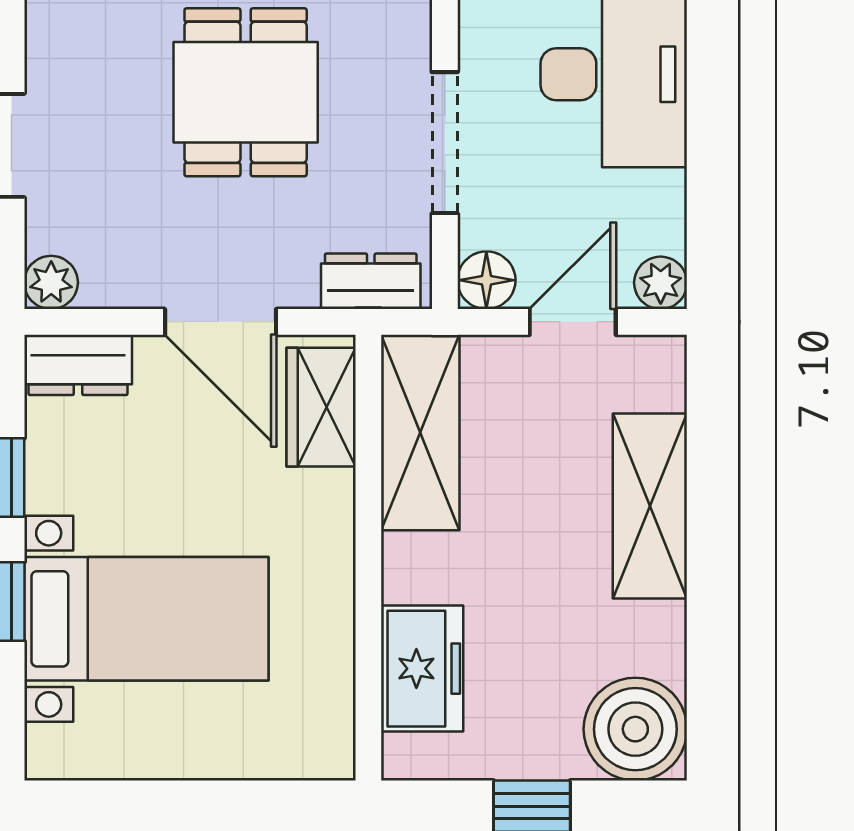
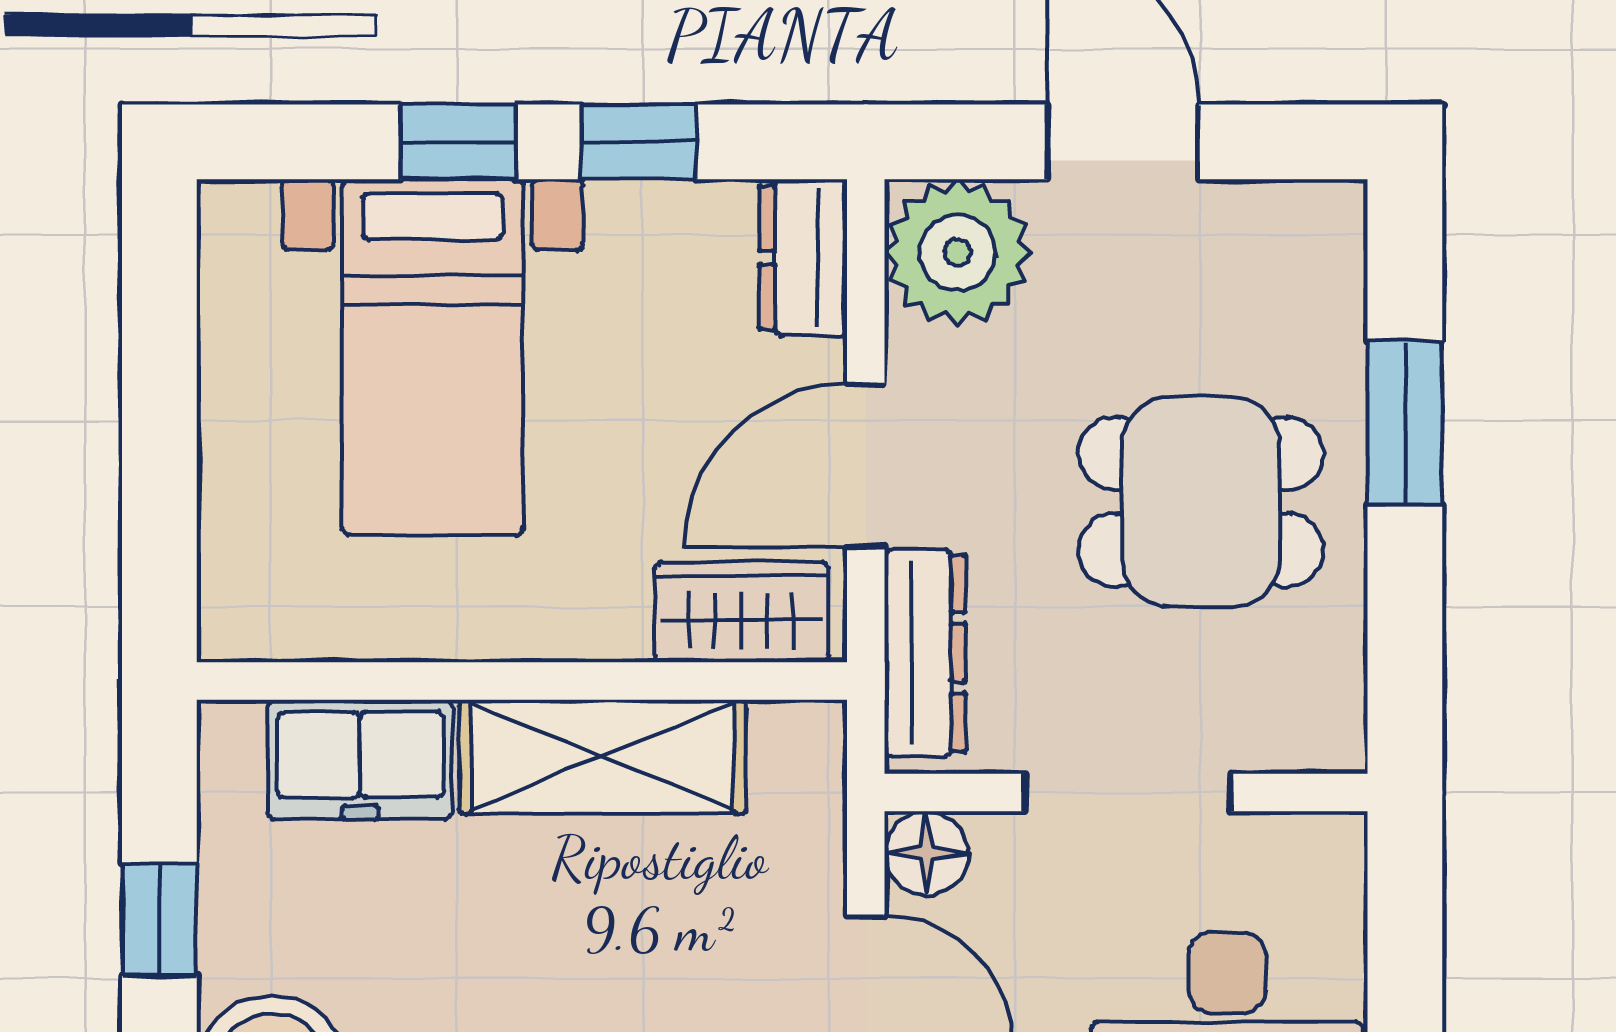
dresser: (371, 281) -> (925, 653), width x1.44
plant: (51, 282) -> (958, 252), width x1.88, depth x1.88
shelving: (420, 433) -> (602, 757), moved

